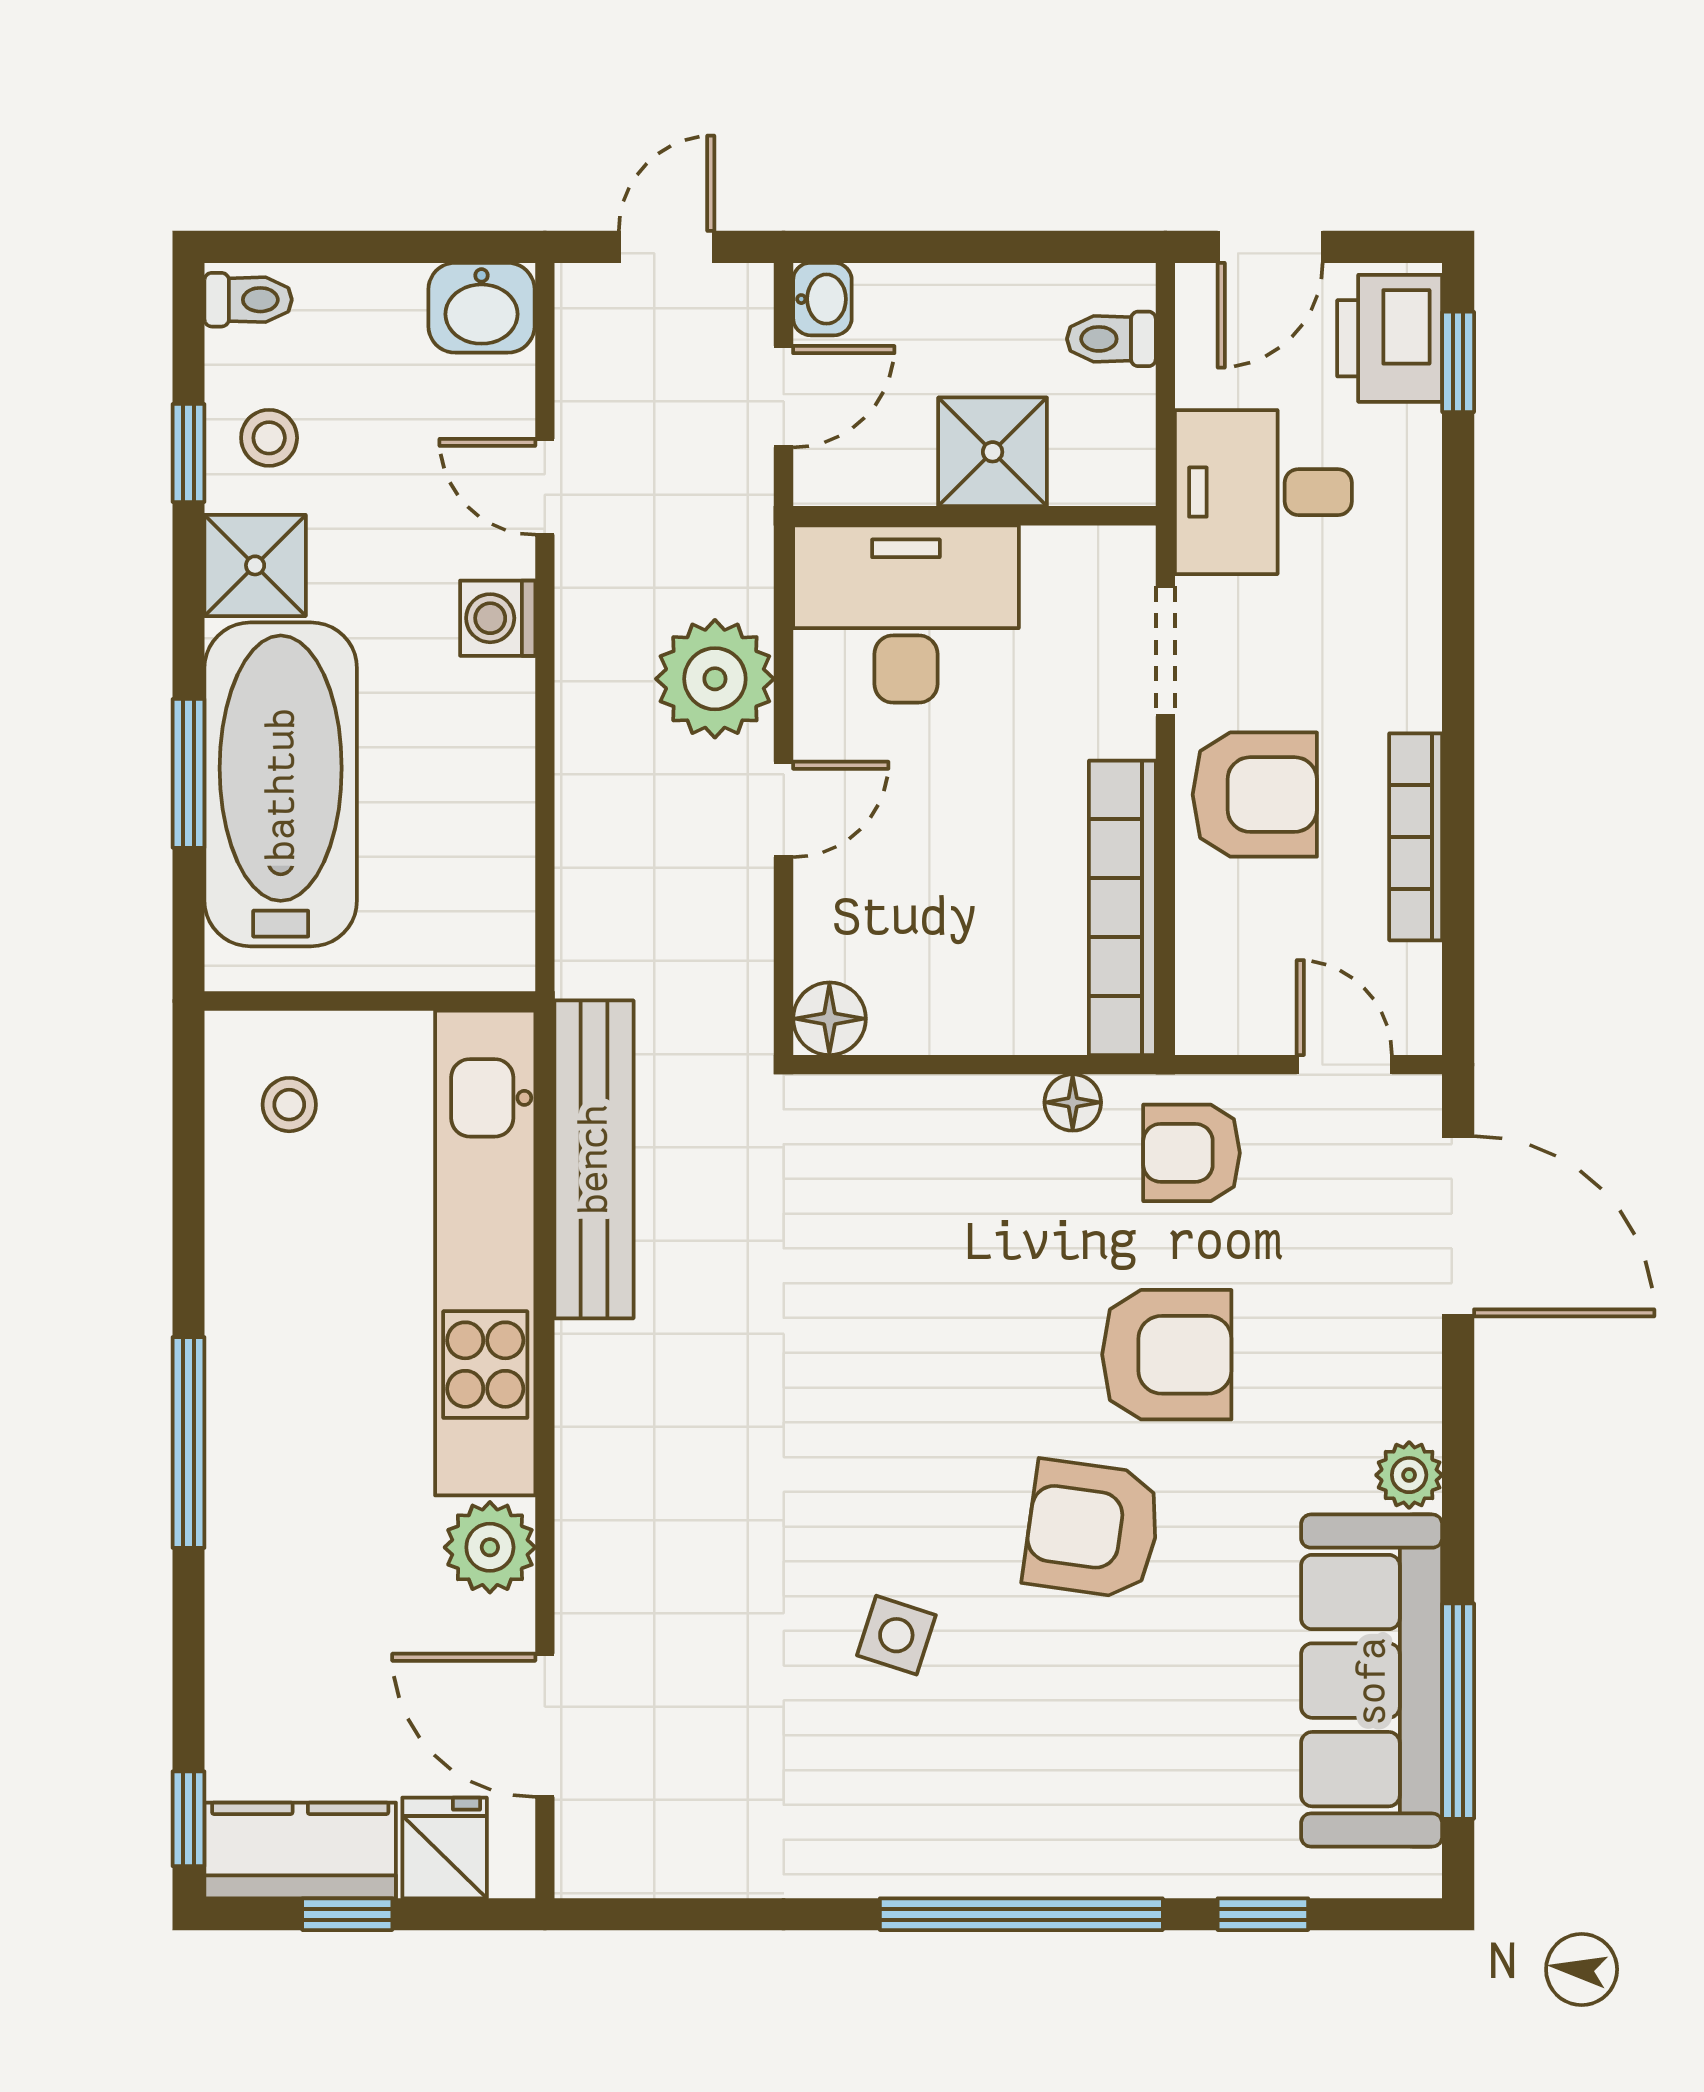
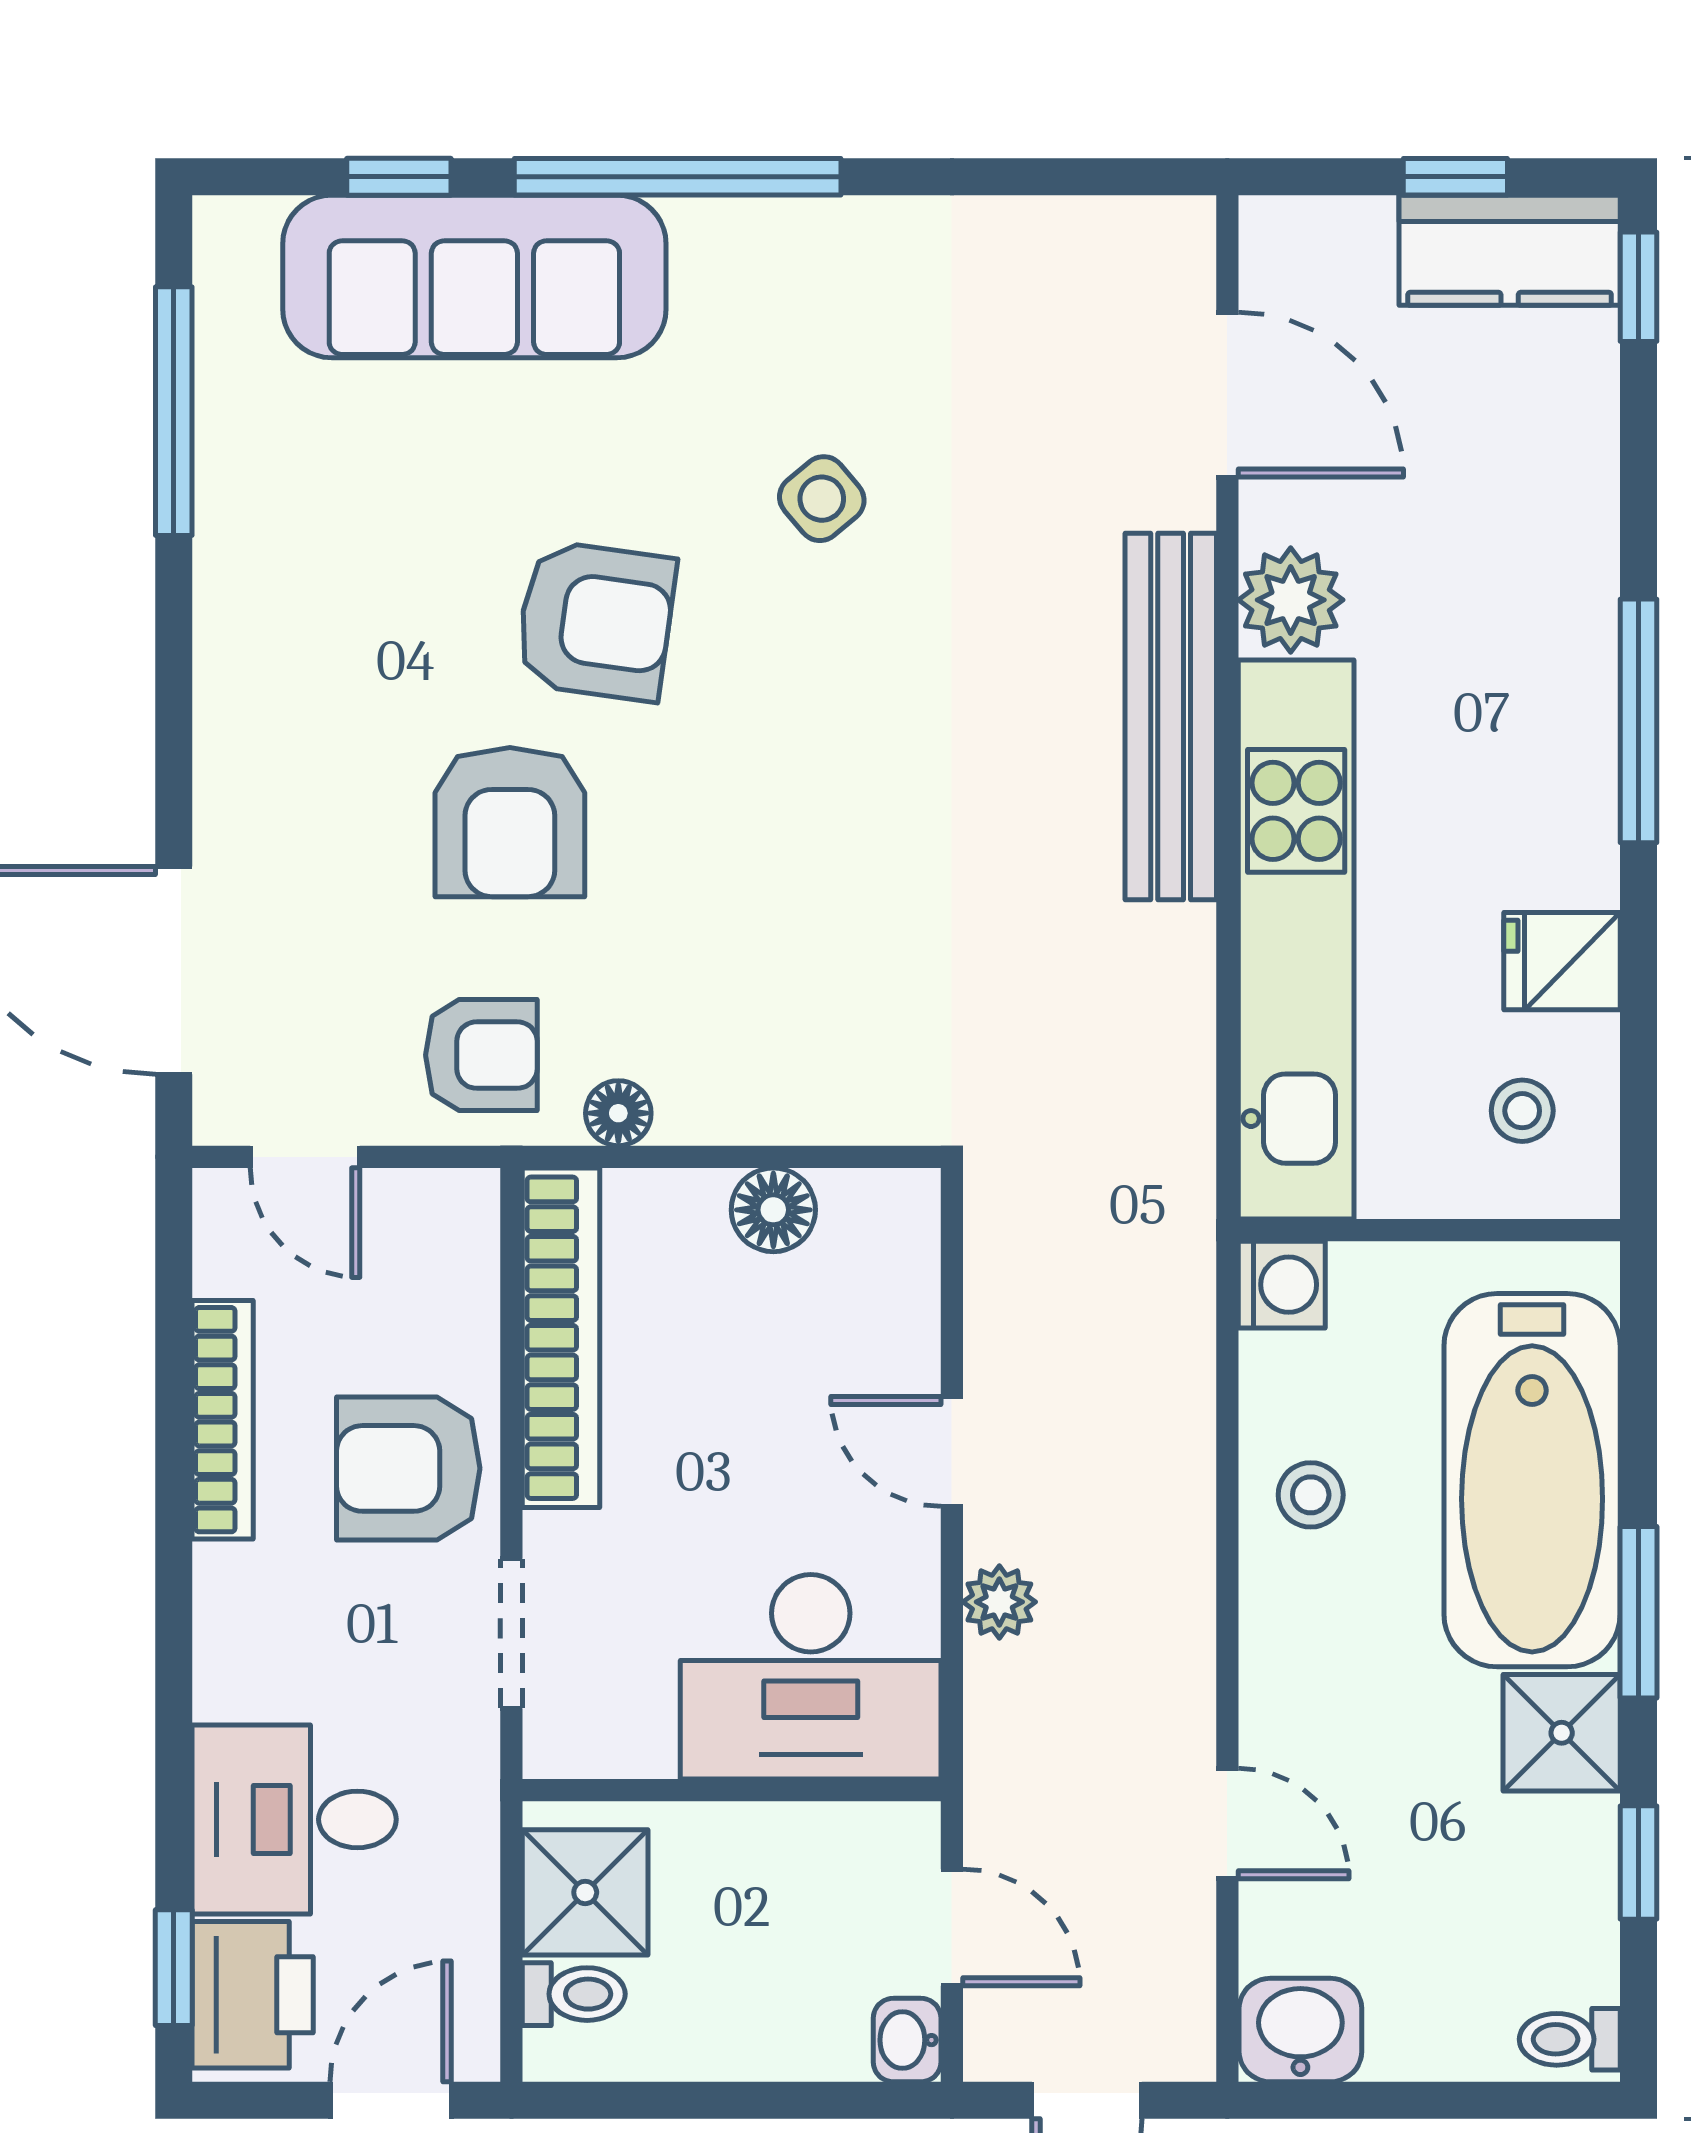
door: (784, 397) -> (952, 1927), swing flipped
stool: (269, 438) -> (1311, 1495), moved
shower: (993, 452) -> (585, 1892), moved
desk: (1263, 492) -> (294, 1819), moved, turned 180
washing machine: (498, 618) -> (1282, 1285), moved
plant: (715, 679) -> (999, 1602), width x0.53, depth x0.53
window: (189, 773) -> (1638, 1612), moved
door: (784, 809) -> (952, 1451), hinge flipped
floor lamp: (829, 1019) -> (773, 1210), moved
bench: (594, 1159) -> (1171, 716), moved
armchair: (1167, 1355) -> (510, 822), turned -90
plant: (1409, 1475) -> (230, 683), removed
side table: (896, 1635) -> (822, 499), turned 32
sofa: (1372, 1681) -> (474, 276), moved, turned 90
fridge: (445, 1848) -> (1562, 961), moved, turned 90

